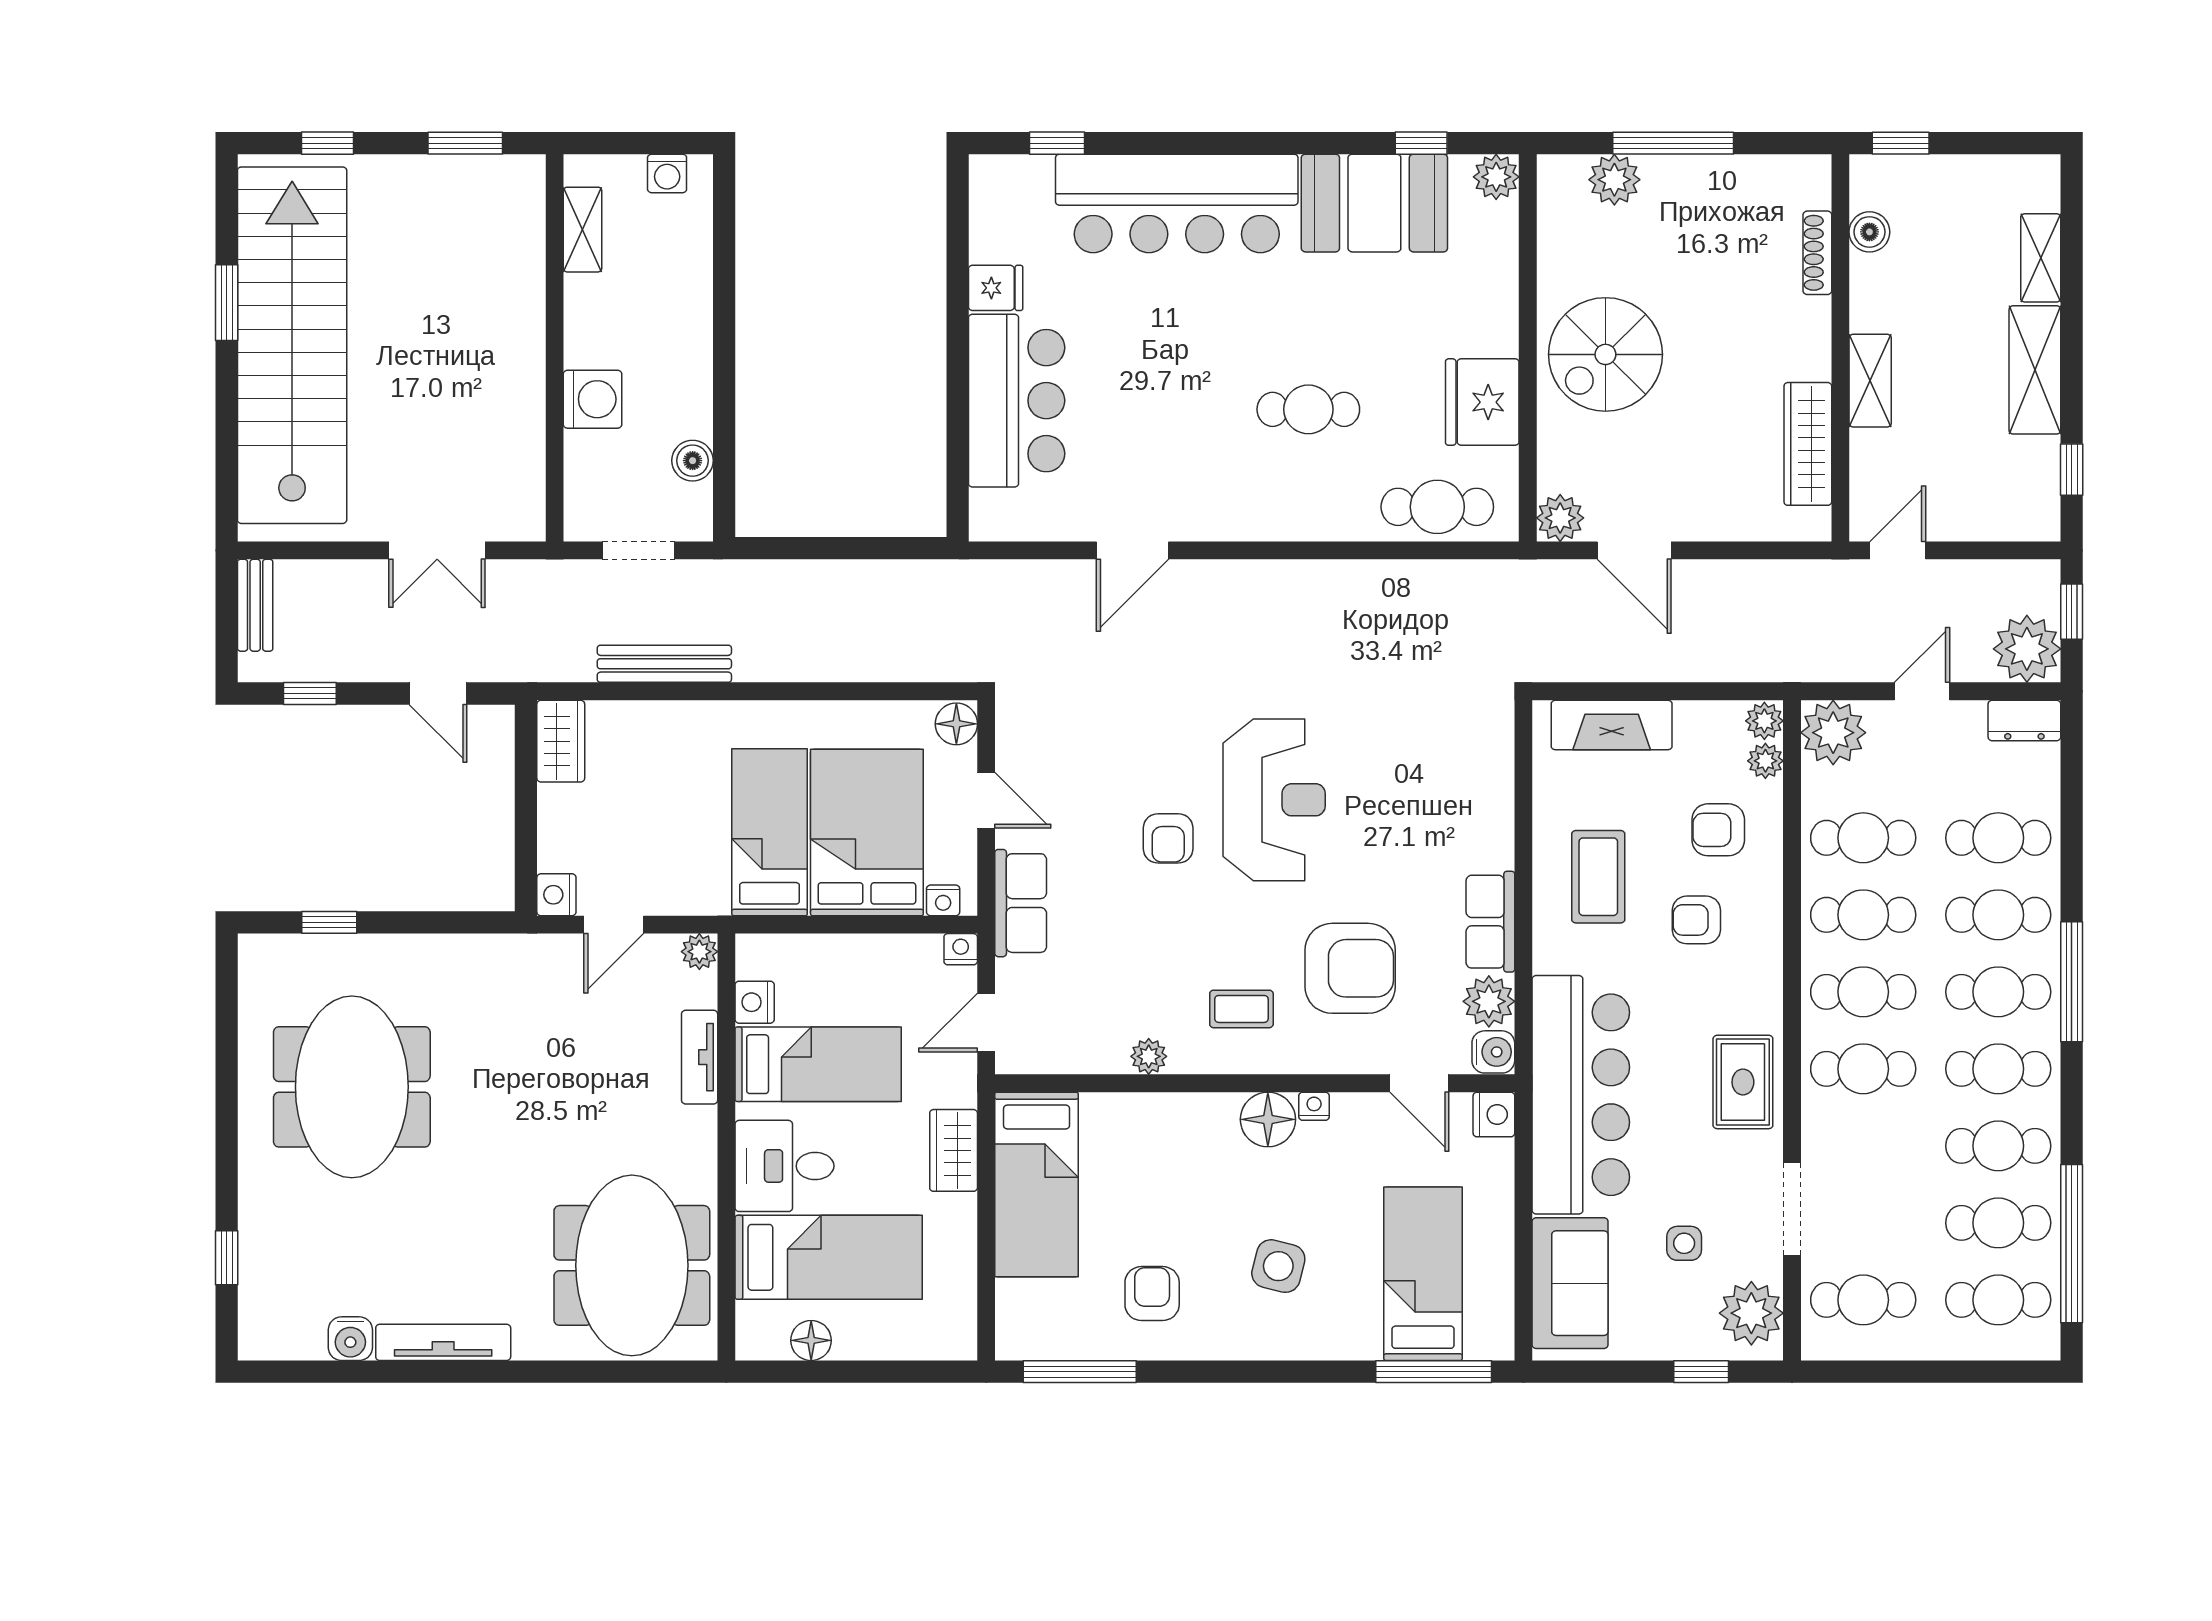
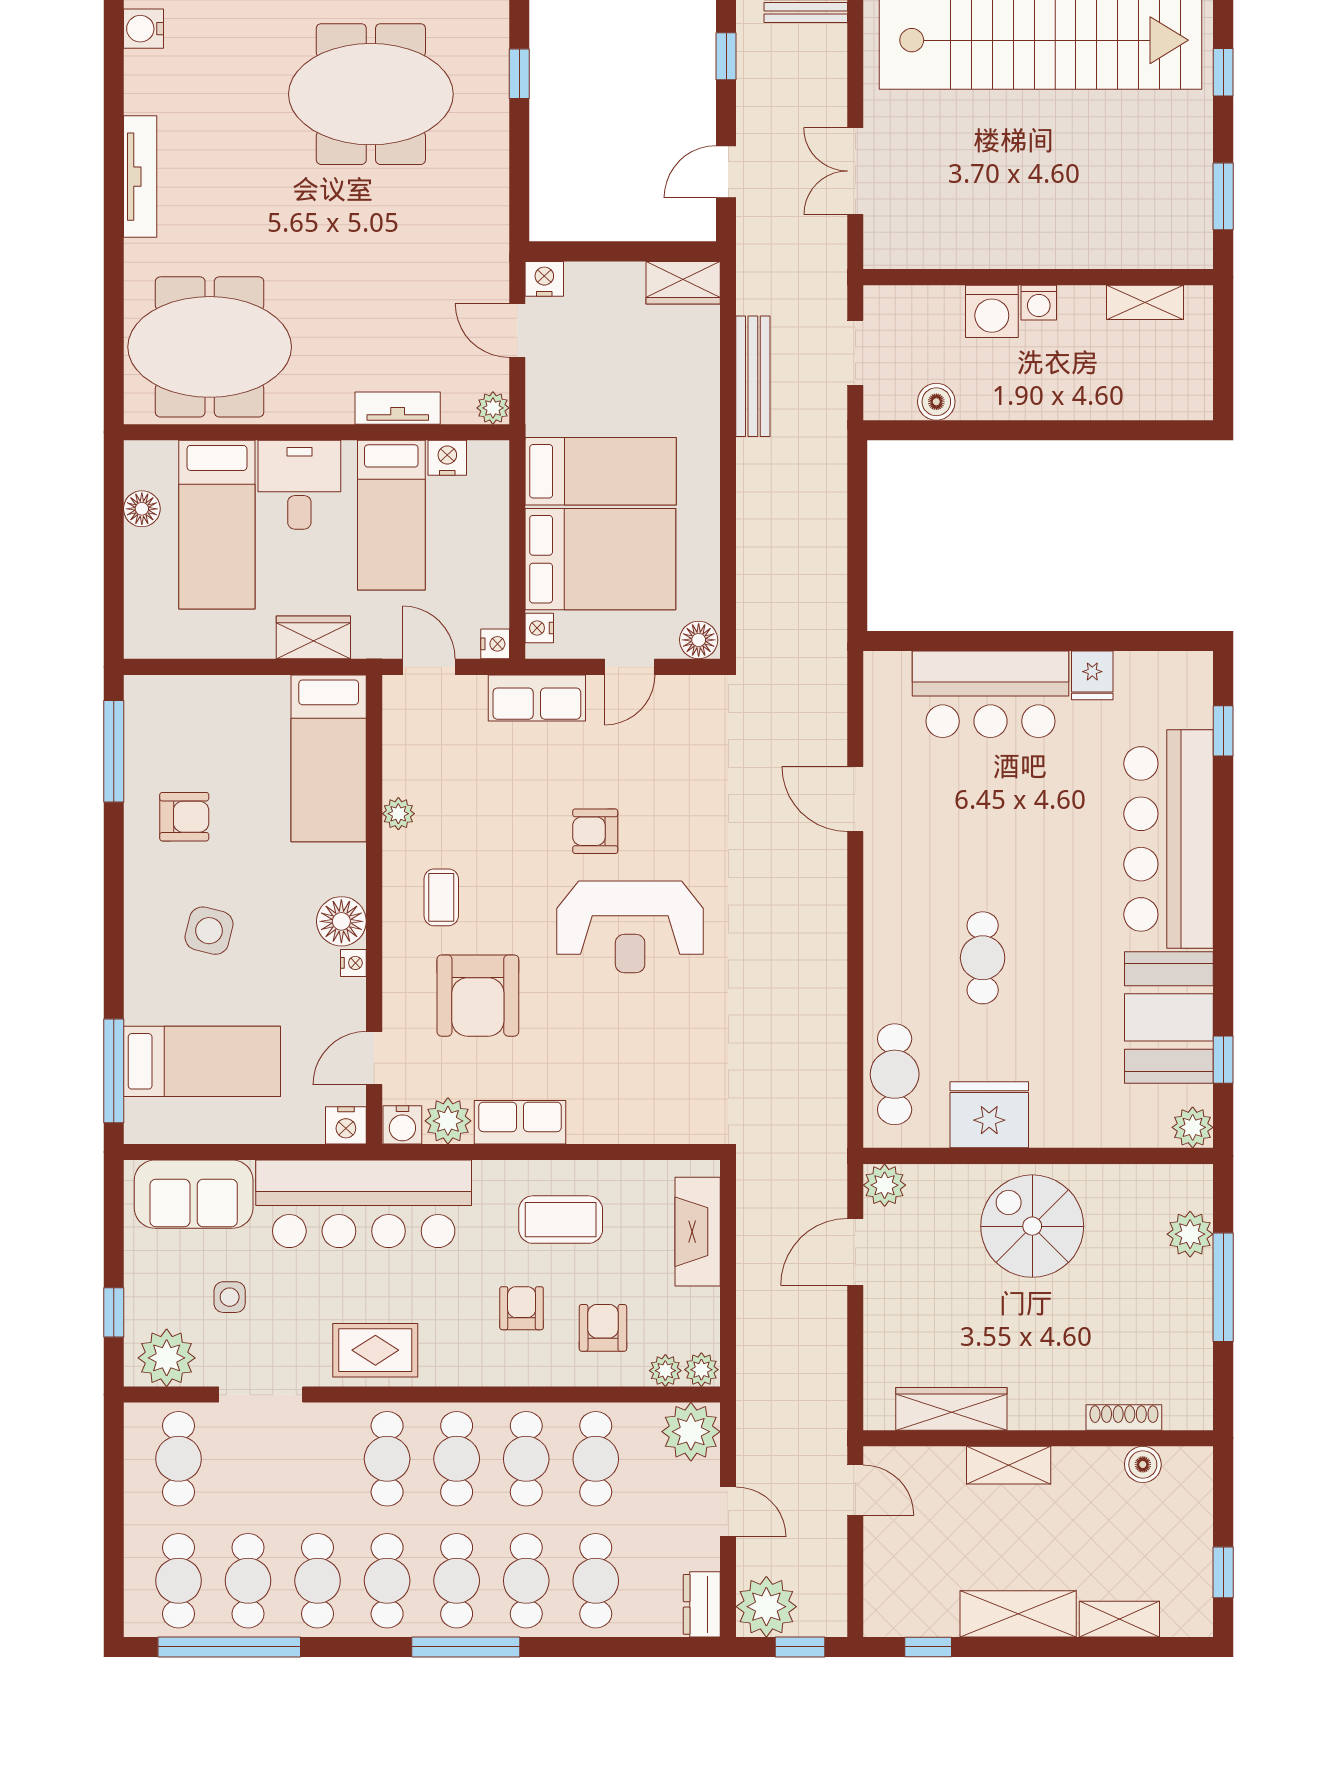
window: (1901, 143) -> (1223, 1572), moved
washing machine: (667, 173) -> (1039, 303), moved, turned -90
bed: (1037, 1184) -> (329, 758), moved, turned -90
water cooler: (350, 1339) -> (143, 29), moved

